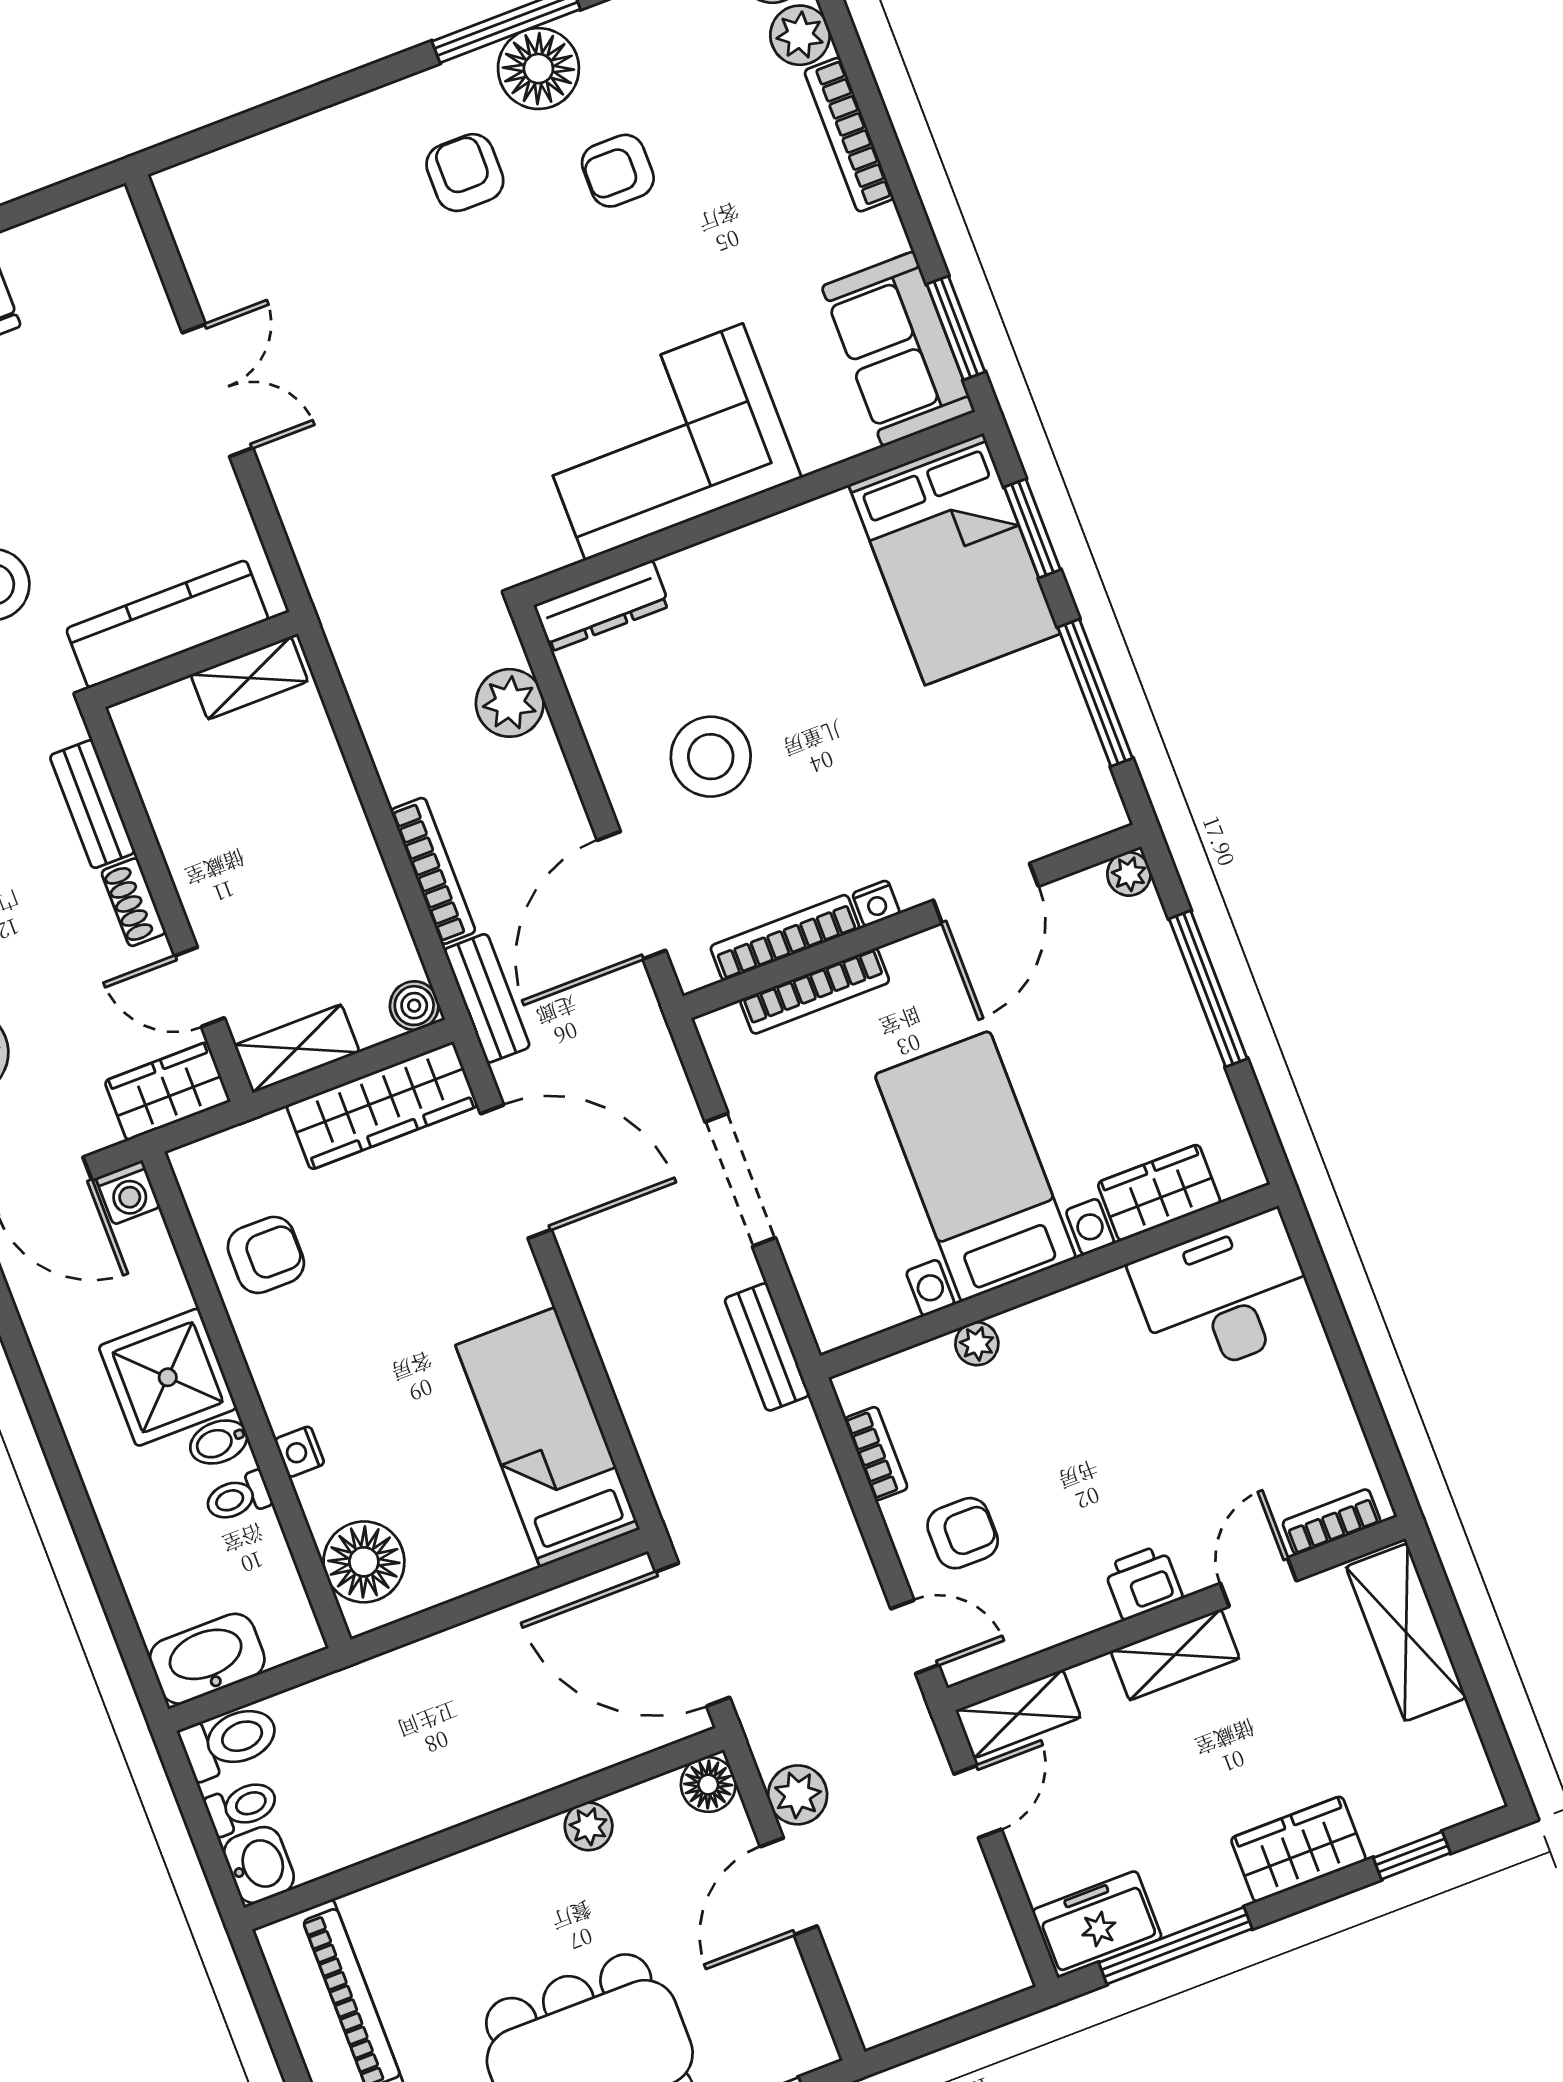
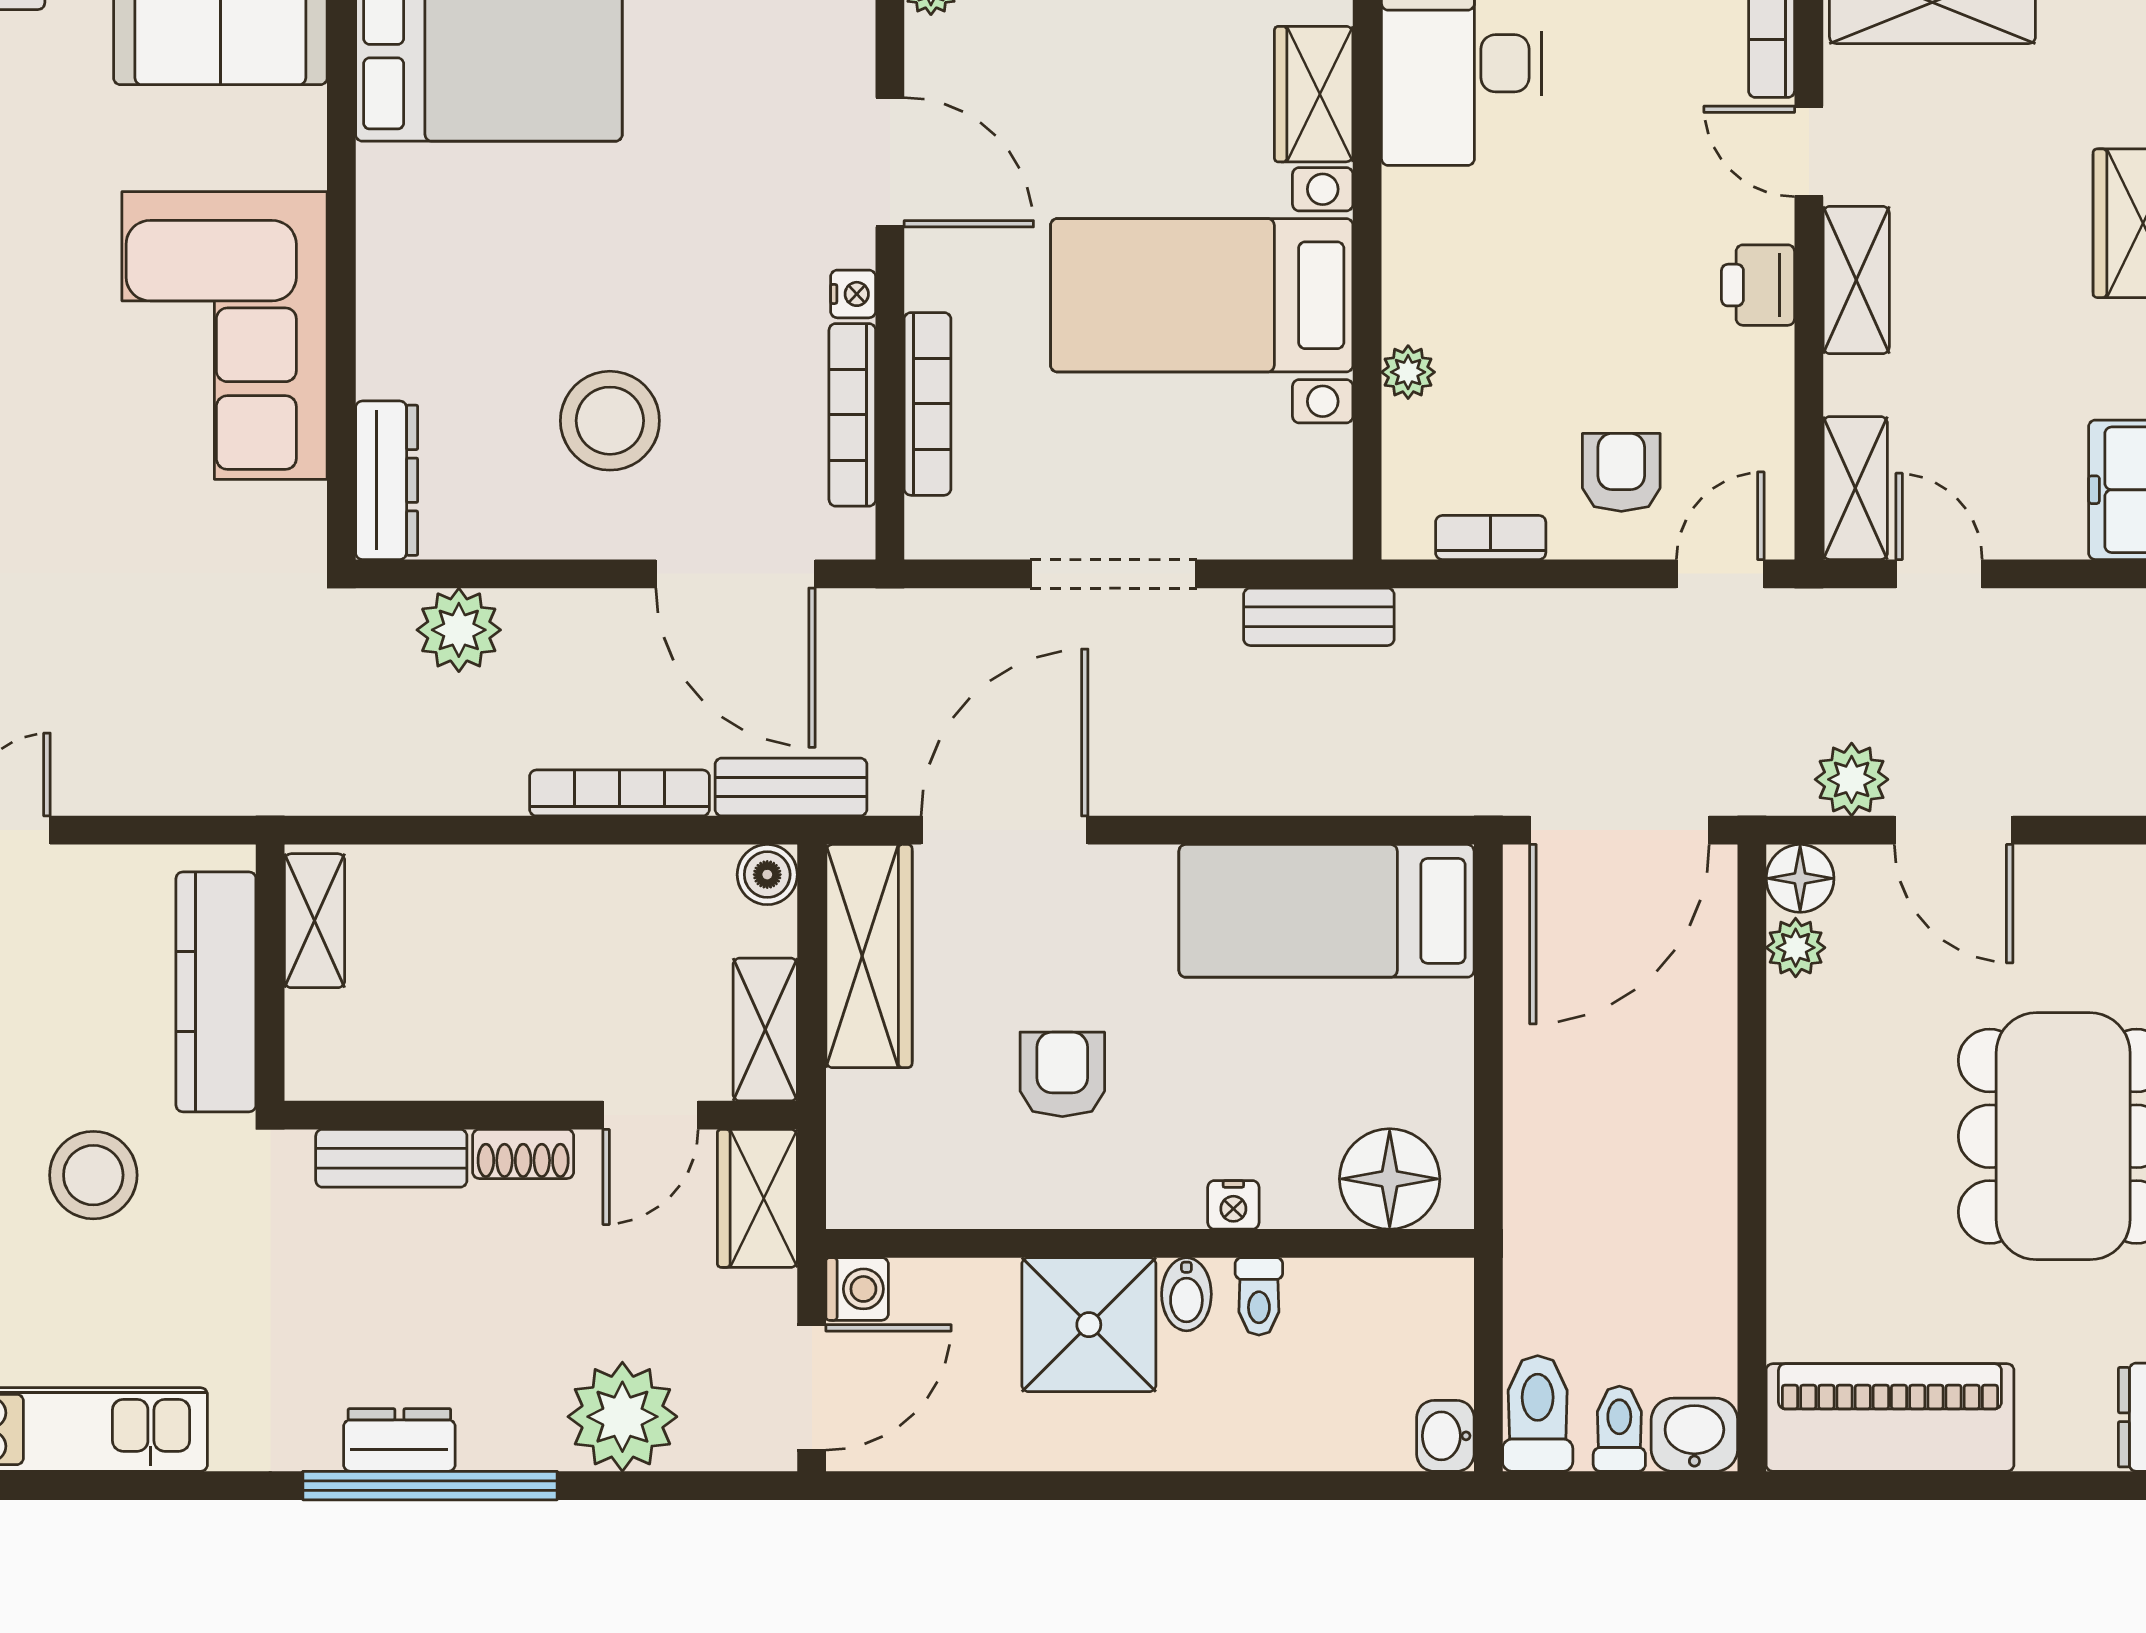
armchair: (266, 1255) -> (1062, 1074), moved
washbasin: (207, 1659) -> (1445, 1436), width x0.52, depth x0.69
plant: (589, 1826) -> (1796, 948), moved

